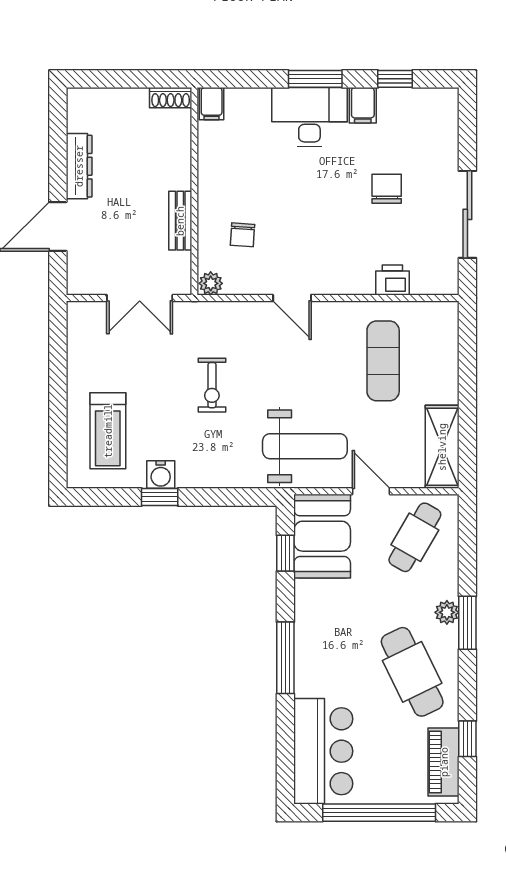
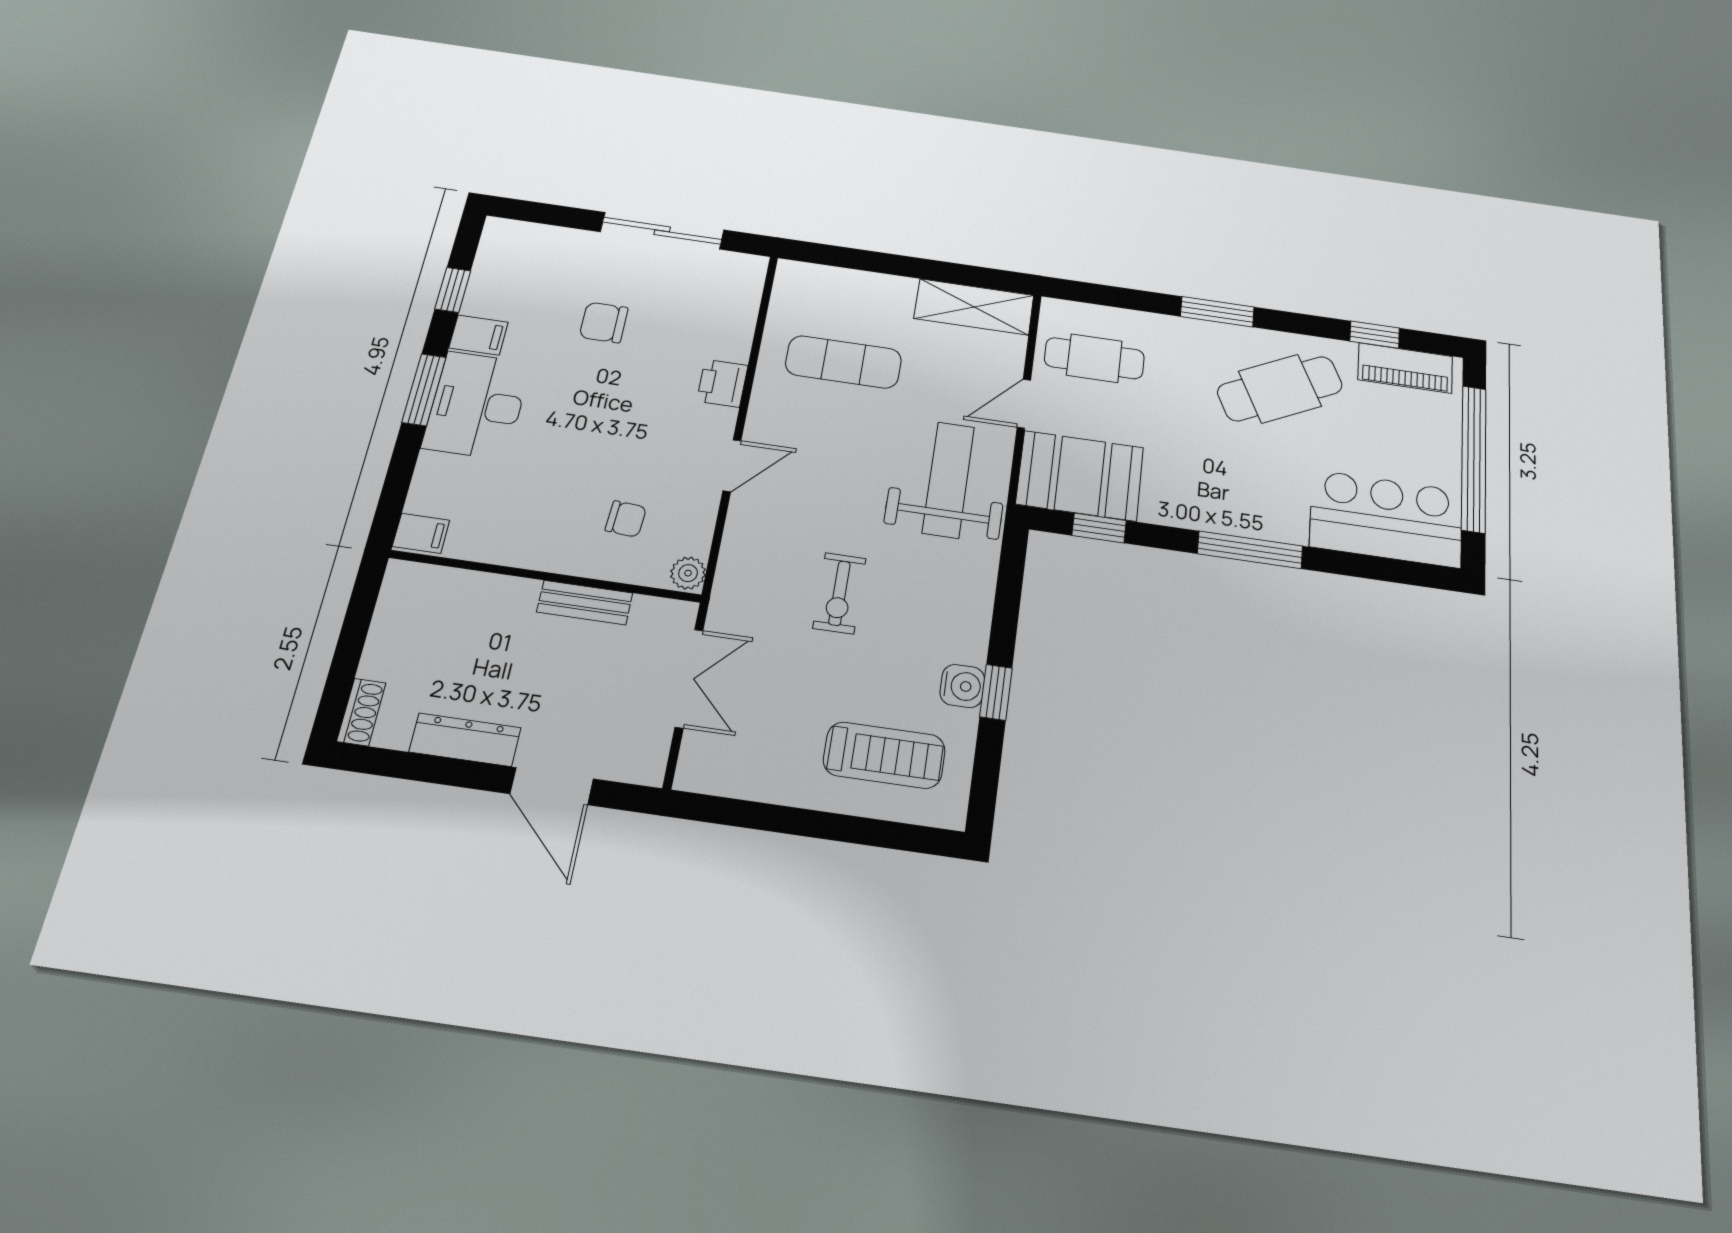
shoe rack: (171, 98) -> (361, 712), moved
printer: (392, 280) -> (722, 383), moved
exercise bike: (212, 385) -> (840, 593), turned 90
cafe table: (415, 537) -> (1094, 358), turned -30
plant: (447, 612) -> (1201, 334), removed

